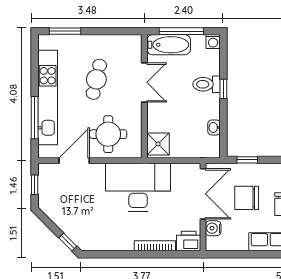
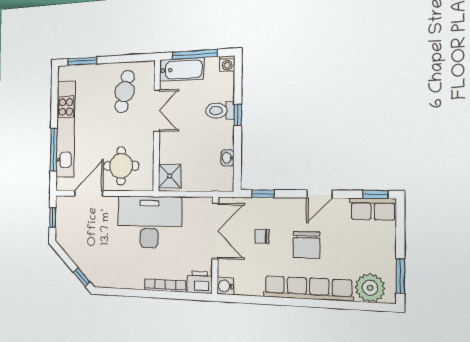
cafe table: (96, 79) -> (125, 92), moved
chair: (247, 198) -> (262, 236), width x0.54, depth x0.54
water cooler: (213, 228) -> (225, 286), moved

